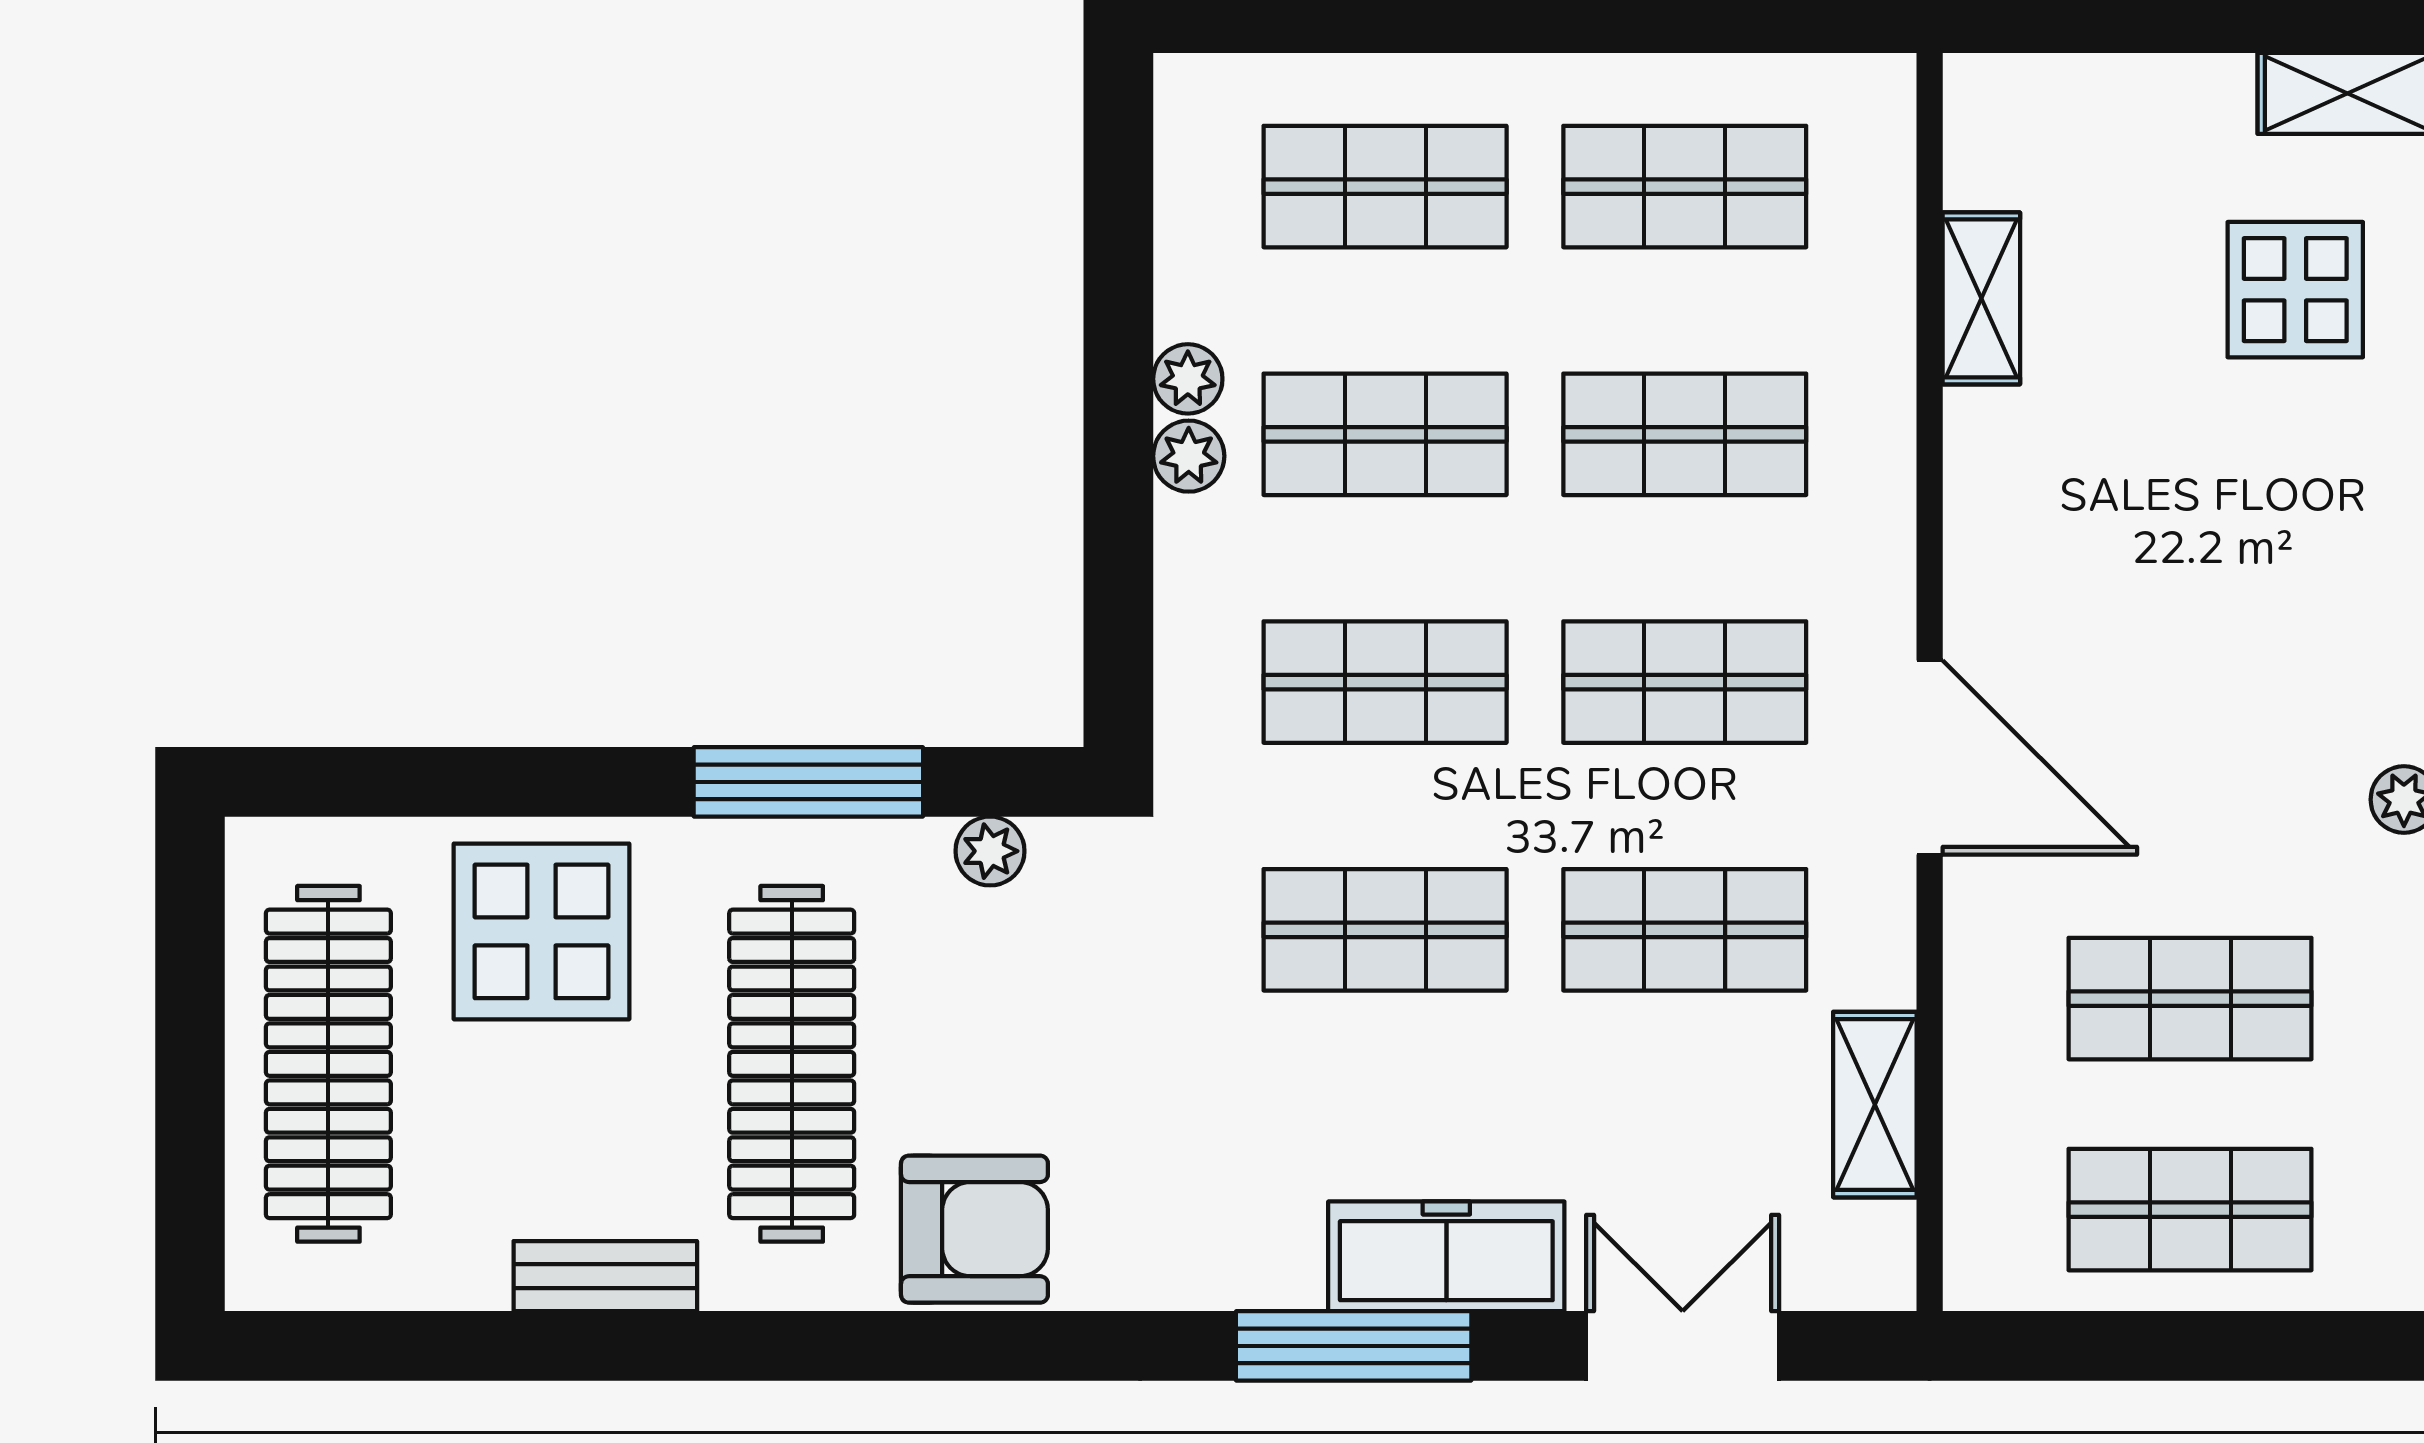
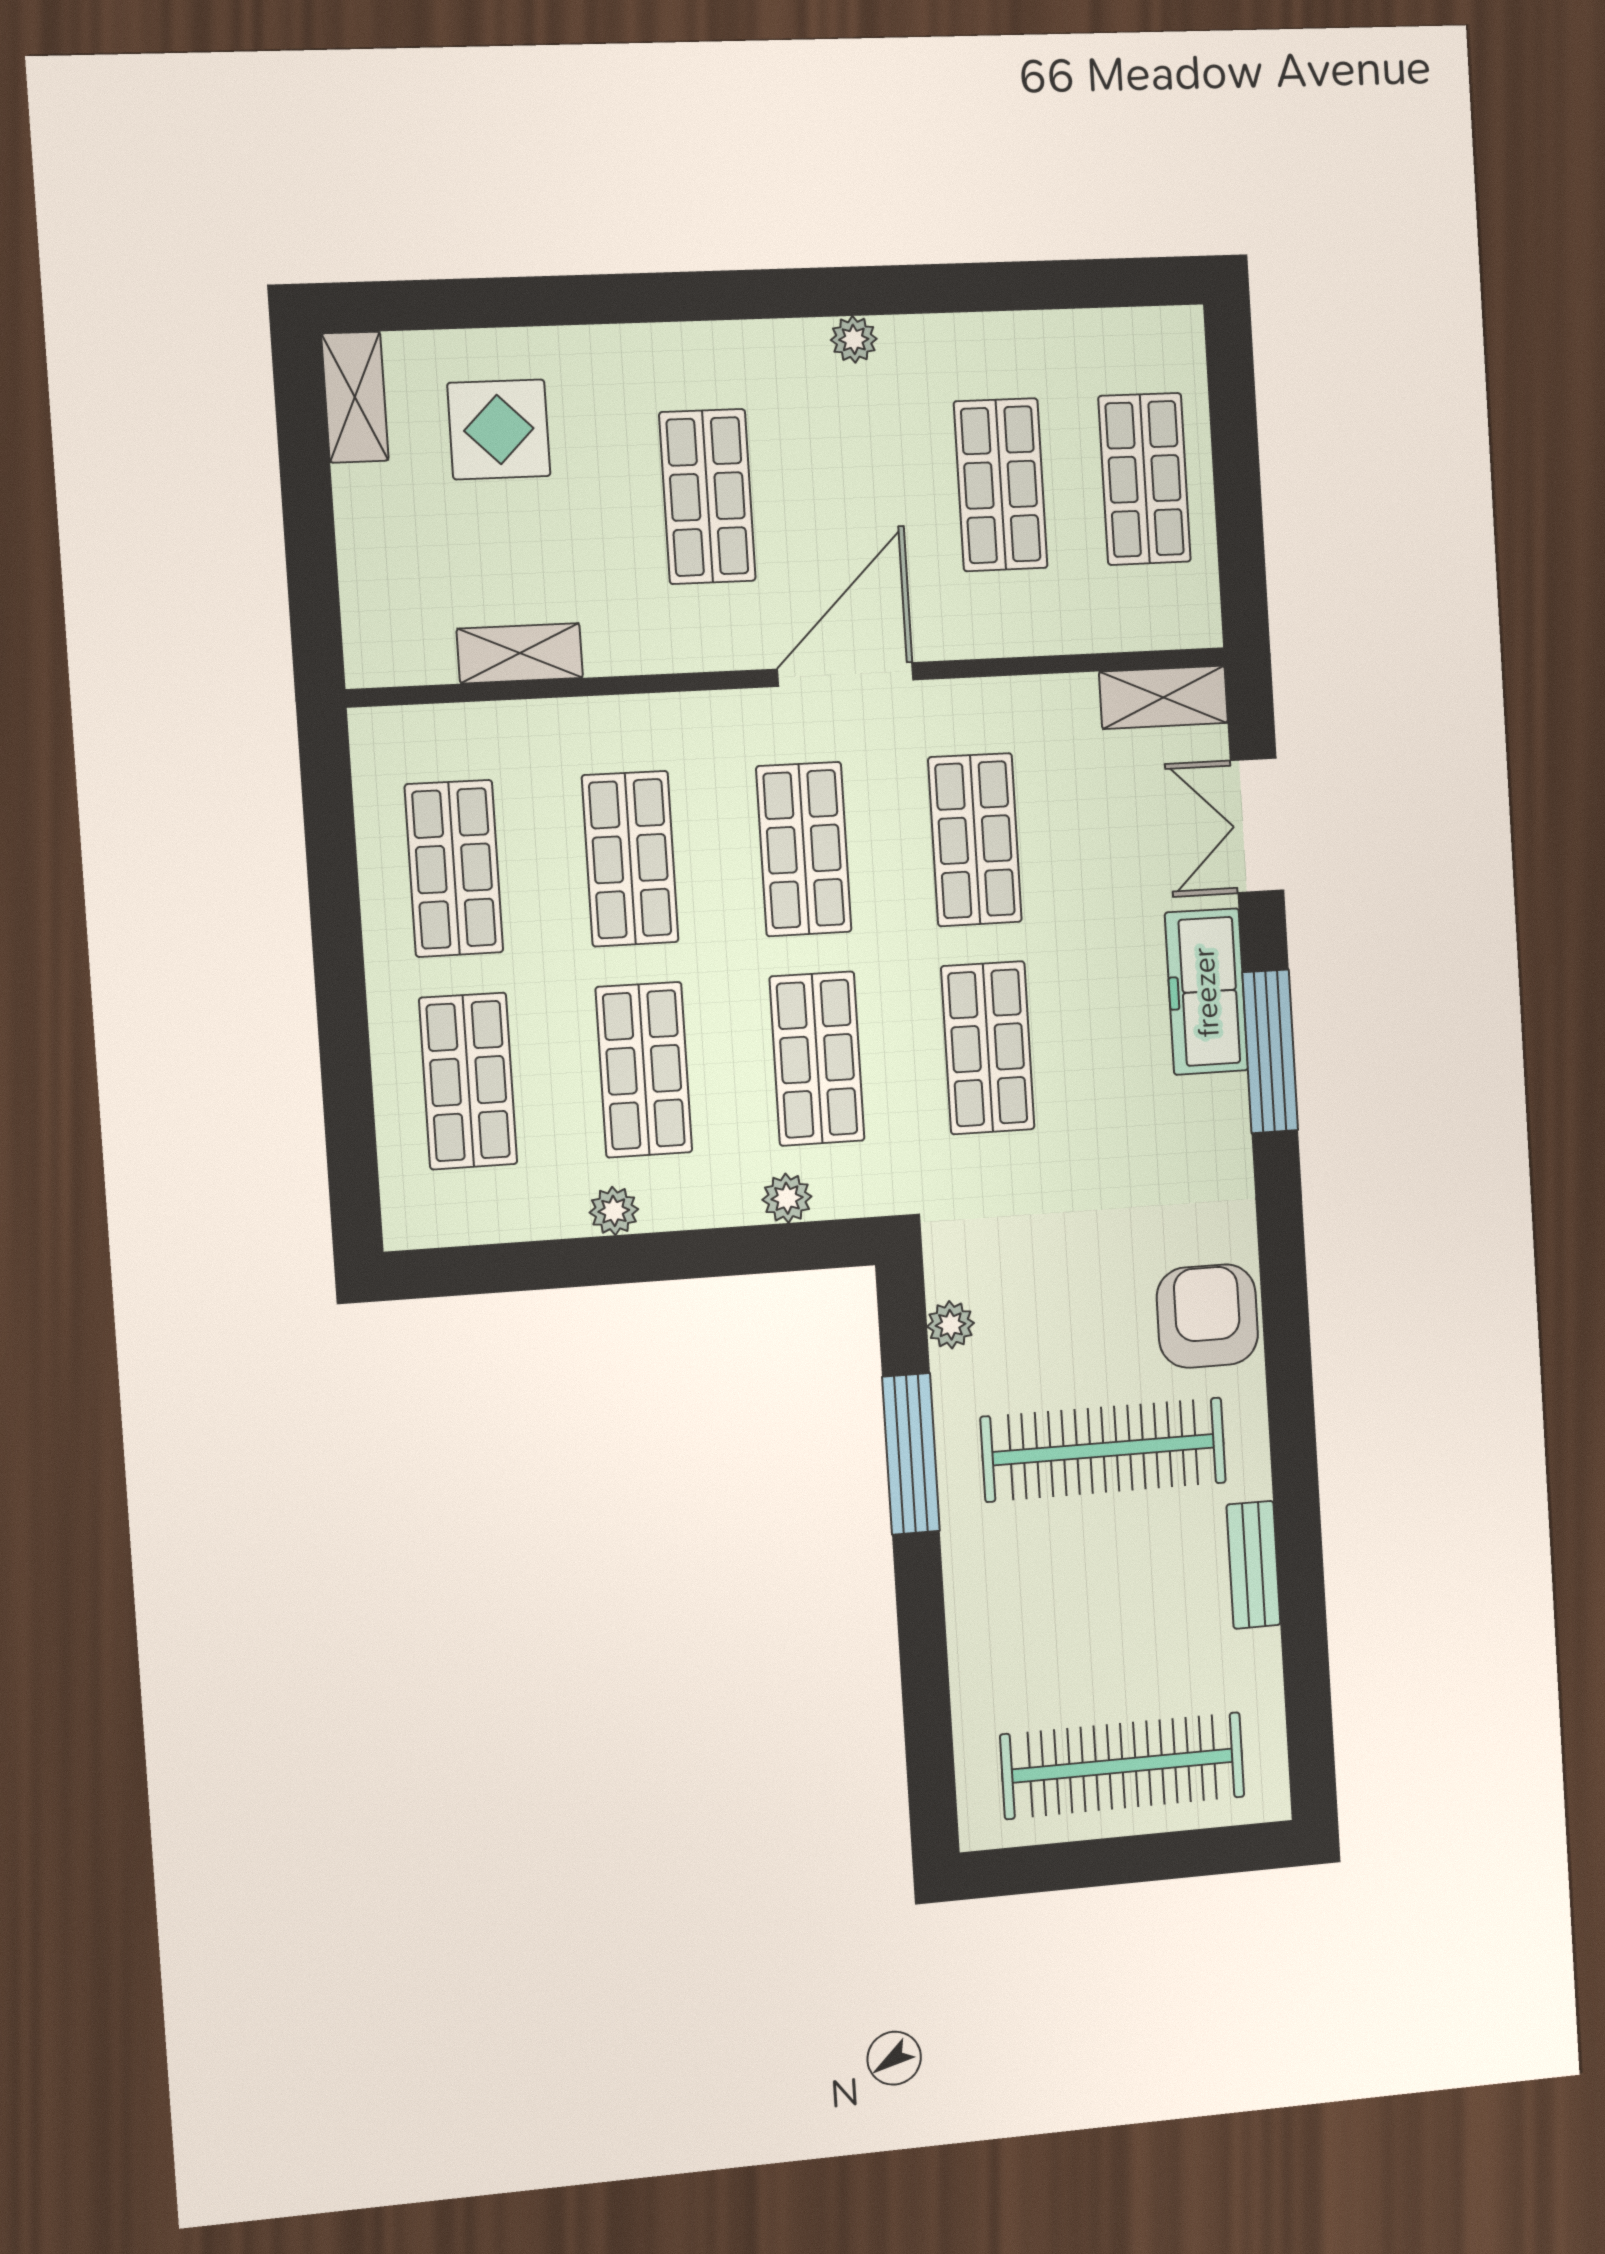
plant: (1189, 456) -> (787, 1198), moved
shop shelf: (2190, 577) -> (707, 497), added
display table: (541, 931) -> (1024, 1629), removed
shelving: (1875, 1105) -> (1163, 697), moved

